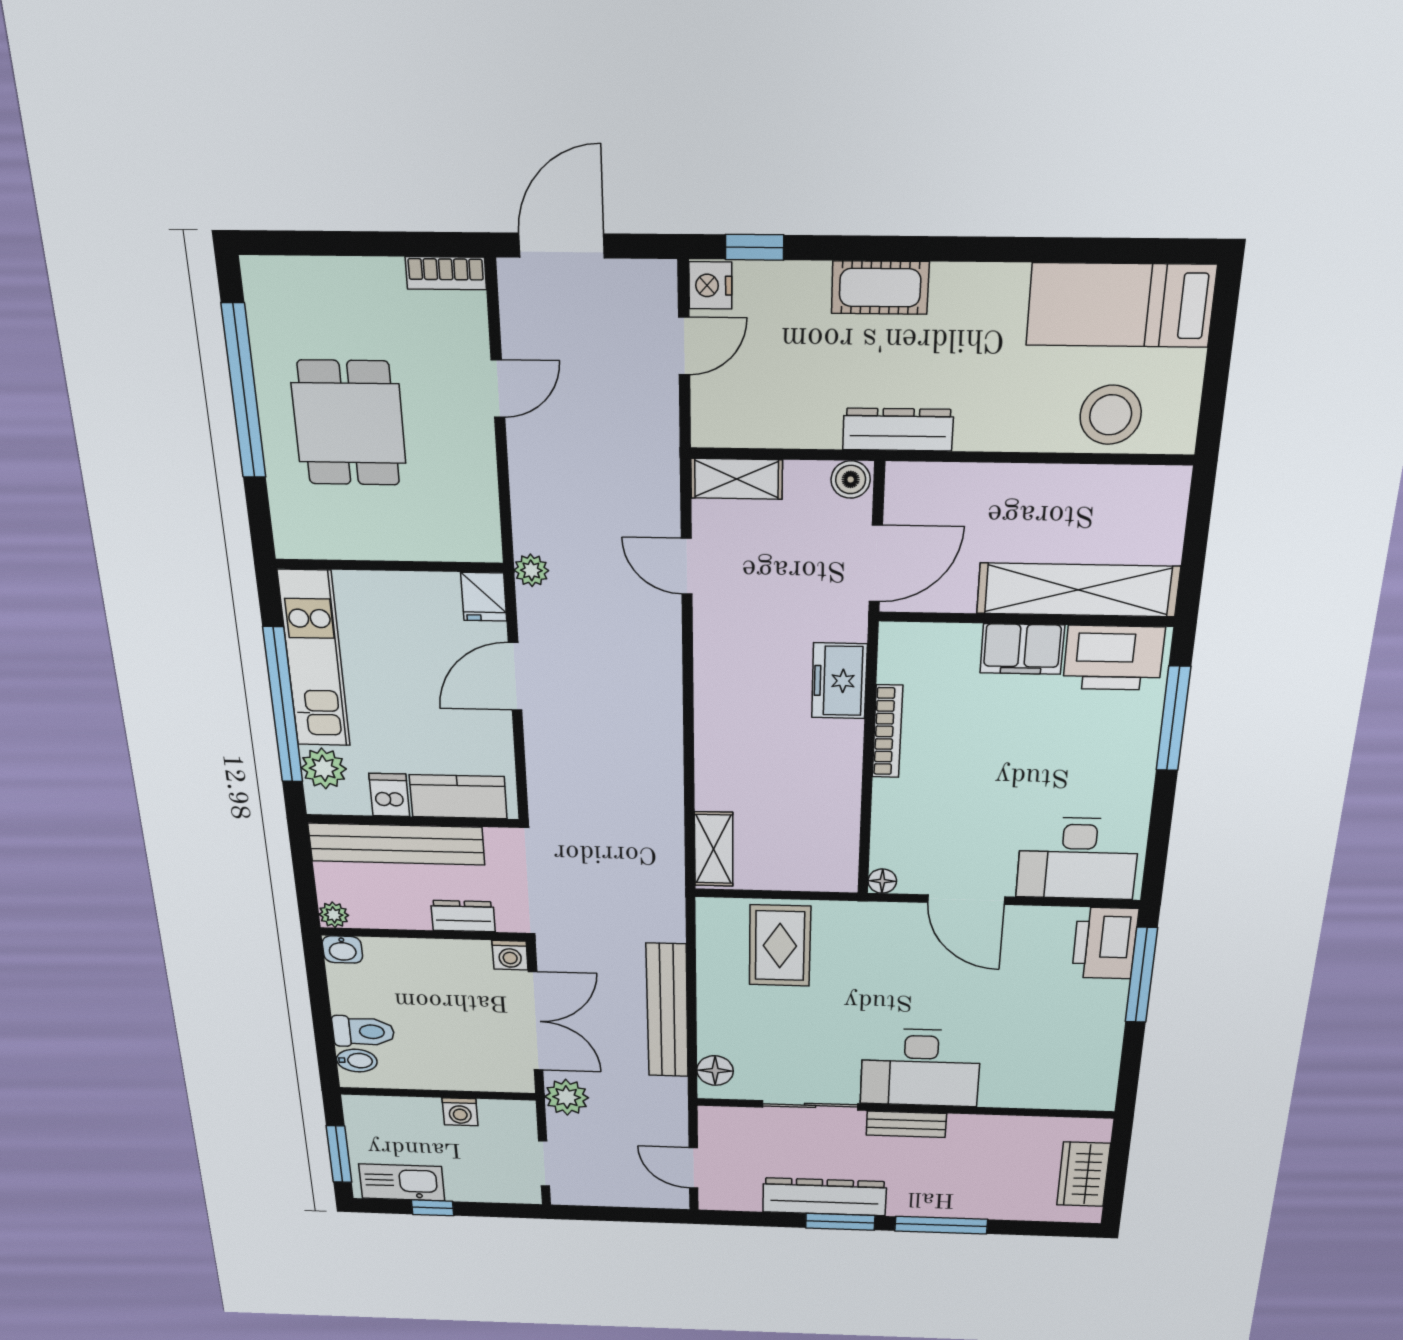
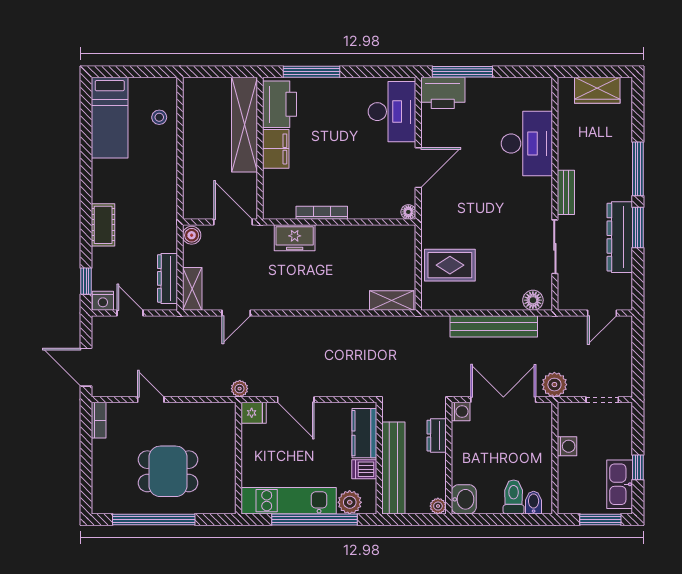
stool: (1111, 415) -> (159, 117), width x0.53, depth x0.53
dresser: (898, 430) -> (167, 278), moved
washbasin: (342, 950) -> (464, 499), width x1.38, depth x1.45
desk: (920, 1068) -> (527, 144), moved

